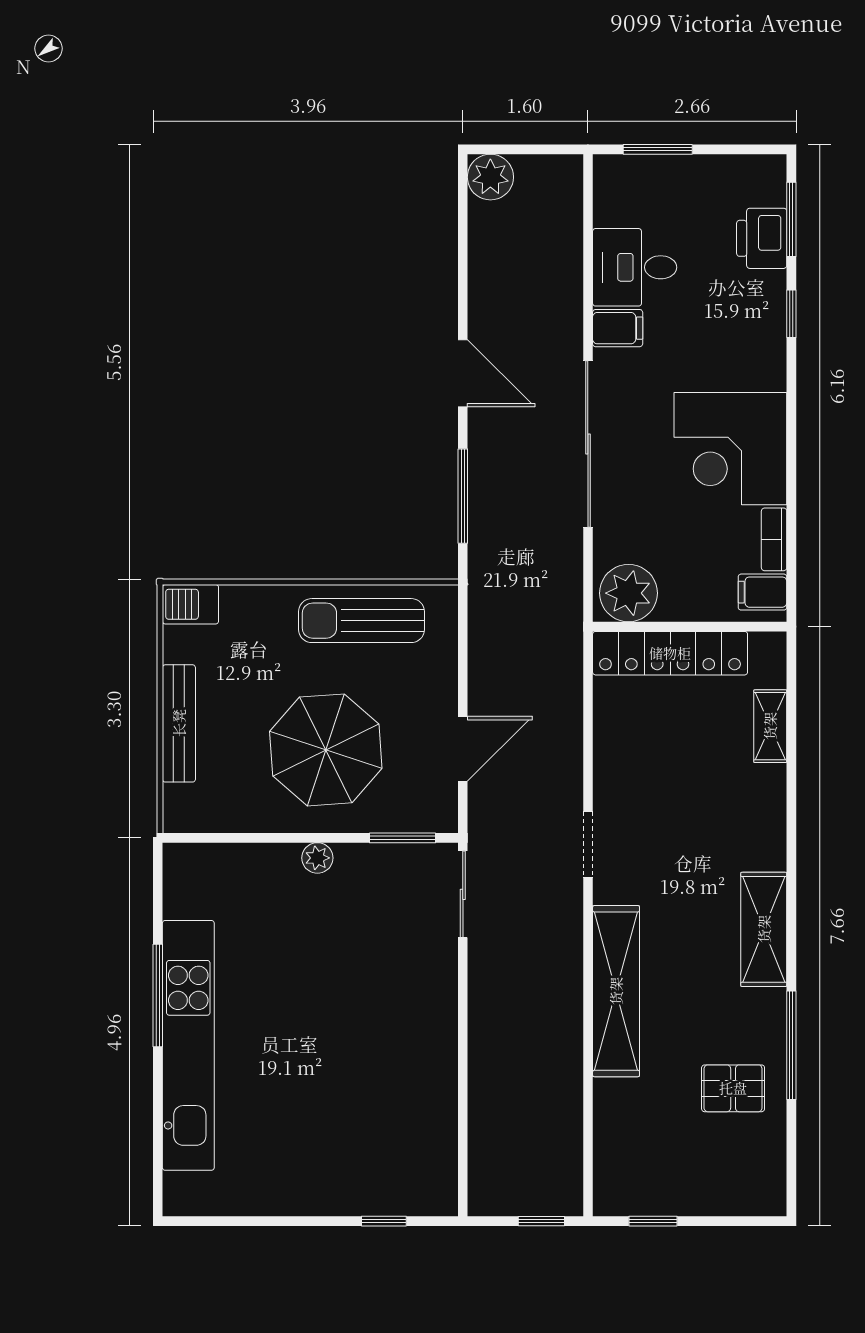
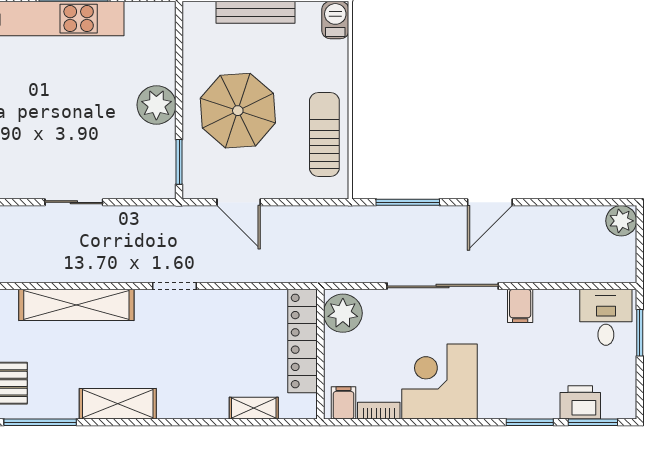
desk: (635, 267) -> (606, 317), moved
window: (791, 314) -> (530, 422), width x1.50
plant: (317, 858) -> (156, 105), width x1.87, depth x1.87
sliding door: (463, 894) -> (74, 202), moved

